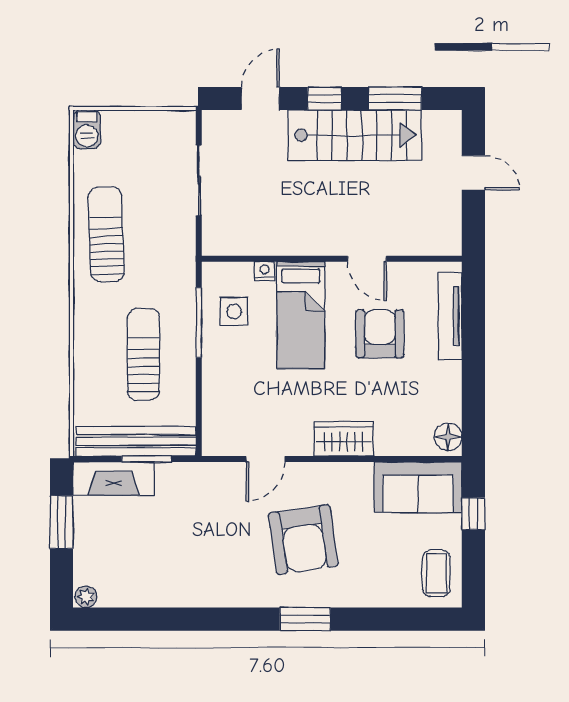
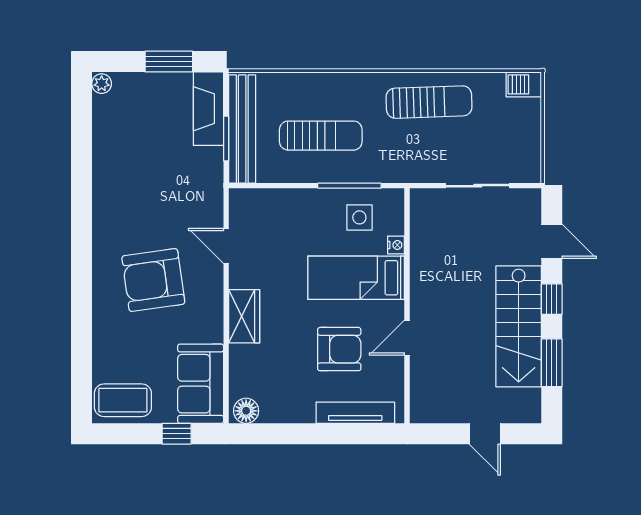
door: (473, 173) -> (485, 434), hinge flipped
coffee table: (436, 573) -> (123, 400), width x1.36, depth x1.30
window: (305, 619) -> (81, 282), removed

